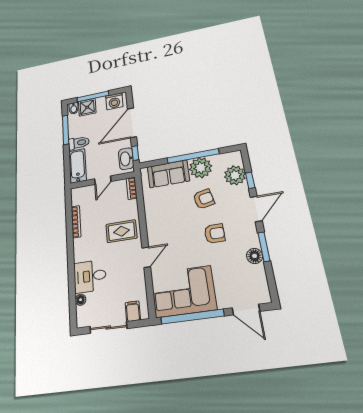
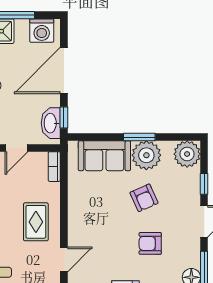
window: (193, 156) -> (139, 137), width x0.47
plant: (235, 175) -> (187, 154), moved
armchair: (204, 199) -> (144, 198), turned 78
rug: (121, 231) -> (36, 222), turned 90
armchair: (215, 233) -> (150, 243), turned 180

